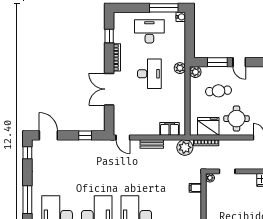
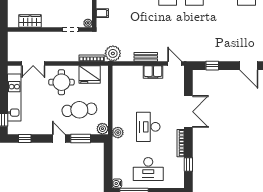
cafe table: (219, 91) -> (79, 110), width x1.37, depth x1.35
filing cabinet: (170, 129) -> (153, 72), moved

